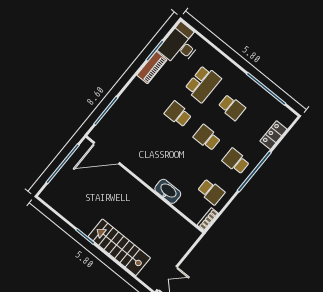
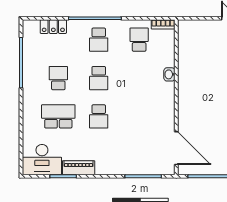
washbasin: (168, 191) -> (169, 74), width x0.52, depth x0.69

